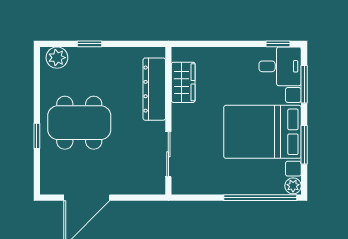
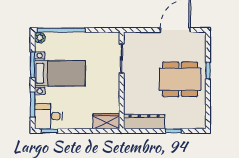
plant: (57, 58) -> (195, 122), removed
wardrobe: (183, 82) -> (106, 121), moved, turned 90
dresser: (154, 89) -> (144, 122), moved, turned -90
bed with nightstands: (262, 132) -> (60, 73), width x0.73

